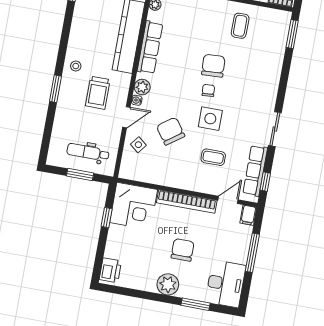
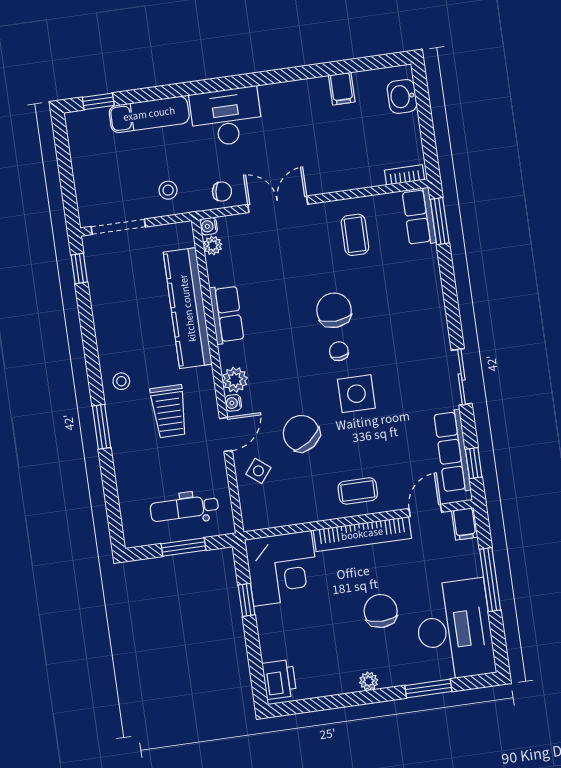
row of seats: (281, 28) -> (419, 217), added
row of seats: (150, 47) -> (227, 314), width x0.68
coffee table: (213, 157) -> (358, 491), moved
plant: (168, 284) -> (369, 681), width x0.53, depth x0.53
desk: (226, 284) -> (454, 630), width x1.36, depth x1.30

